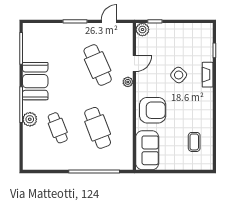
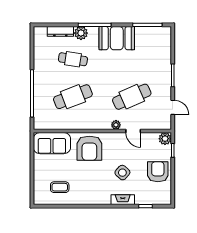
armchair: (178, 37) -> (158, 172), added
cafe table: (58, 128) -> (73, 59), turned 30
dresser: (28, 141) -> (60, 31), added

